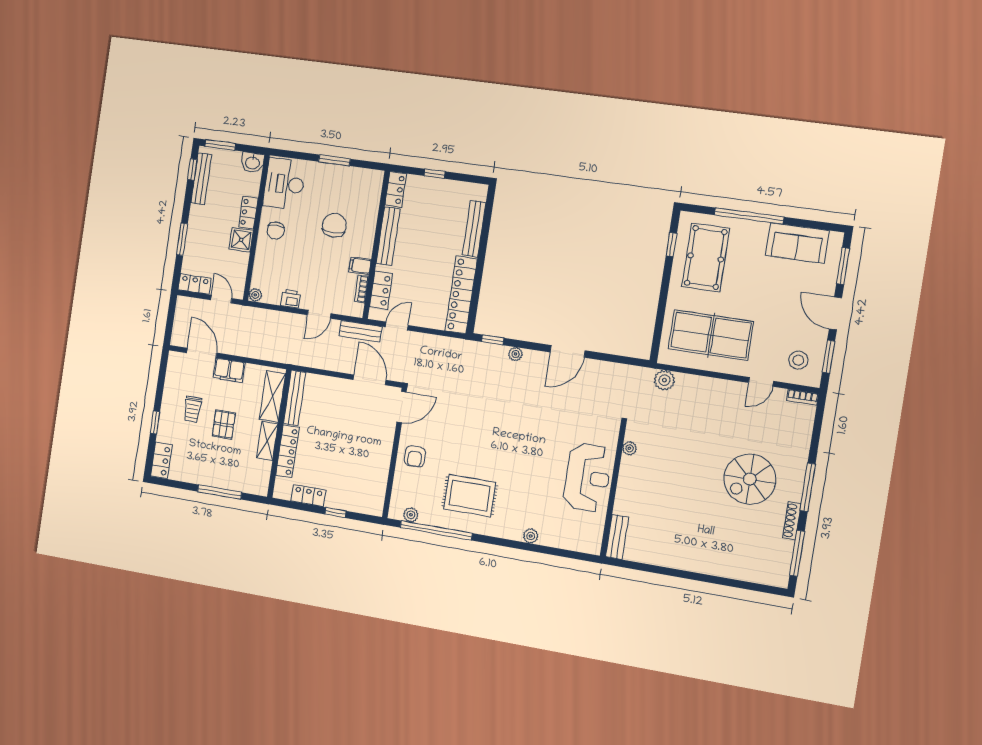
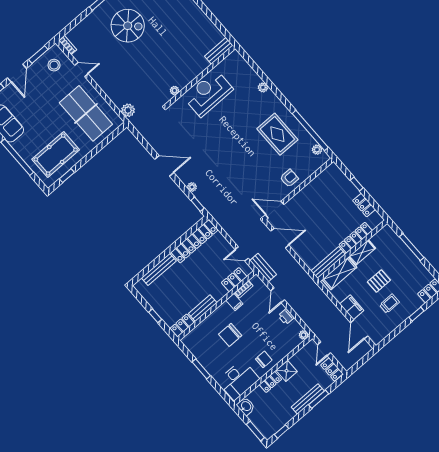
bench: (201, 179) -> (308, 399), moved
bench: (388, 236) -> (203, 308), width x0.73
door: (319, 314) -> (278, 295), swing flipped
door: (370, 380) -> (280, 238), swing flipped

